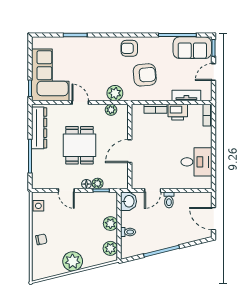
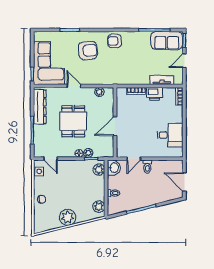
armchair: (145, 75) -> (88, 51), moved
plant: (115, 93) -> (103, 78), removed
door: (66, 190) -> (51, 159), moved
plant: (110, 224) -> (99, 170), moved

